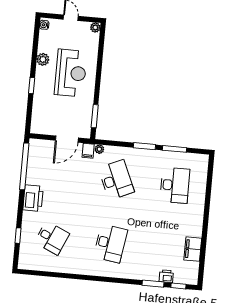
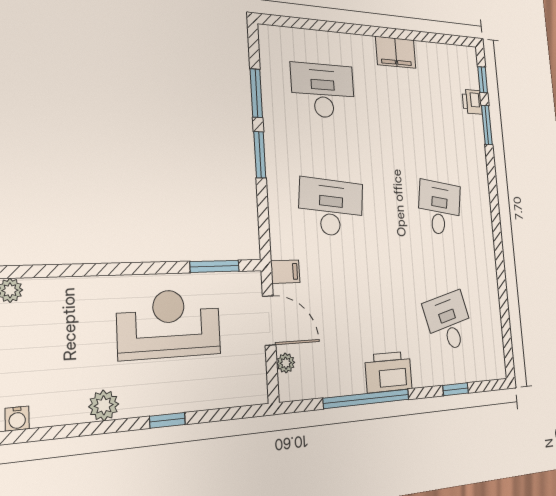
reception desk: (71, 73) -> (169, 324), moved
plant: (99, 149) -> (286, 363), moved
window: (24, 166) -> (367, 399), moved
desk: (116, 180) -> (331, 207), turned 30
desk: (52, 238) -> (449, 322), turned -39
desk: (110, 243) -> (439, 208), width x0.73
filing cabinet: (193, 249) -> (396, 52), moved

